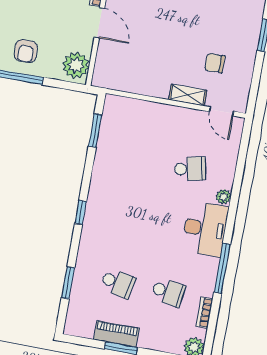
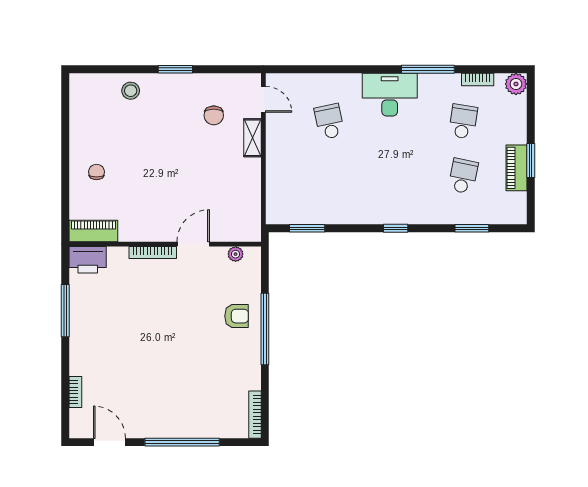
plant: (76, 65) -> (236, 254), width x0.53, depth x0.53
door: (221, 111) -> (263, 99), hinge flipped
plant: (223, 197) -> (353, 81), removed

